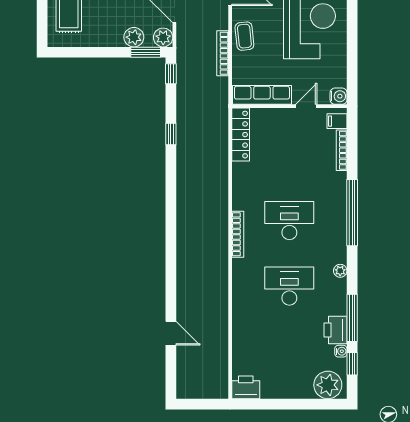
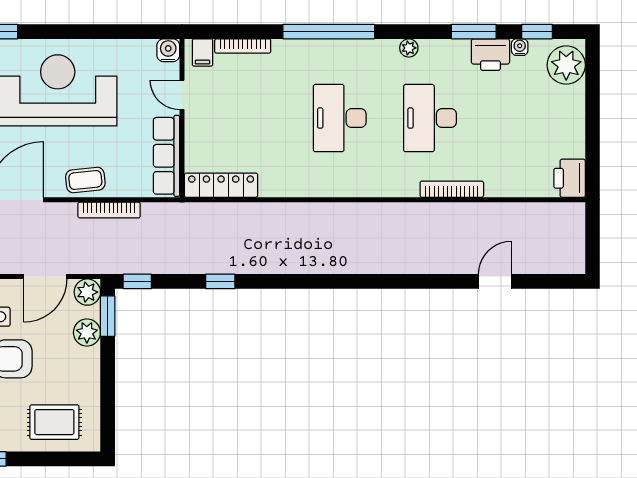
bookcase: (238, 234) -> (452, 189), moved
window: (352, 318) -> (474, 32), width x0.69

